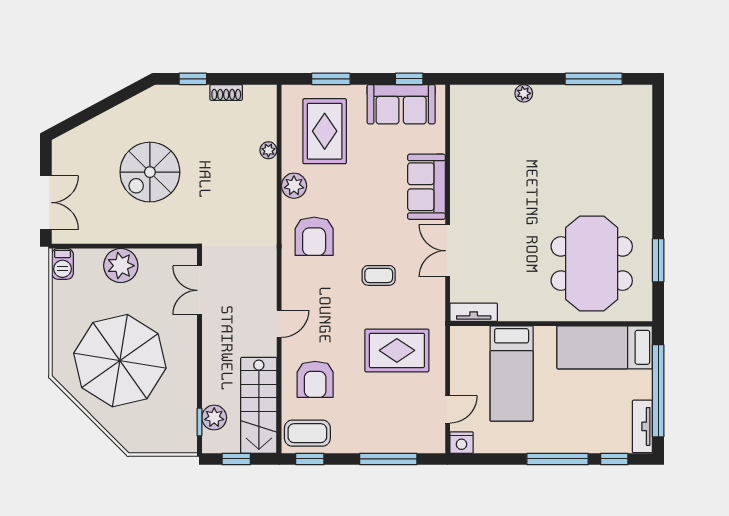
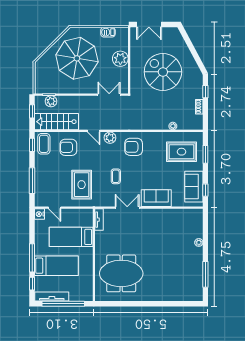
spiral stairs: (150, 172) -> (163, 72), width x1.37, depth x1.37
plant: (294, 186) -> (110, 138), moved
window: (658, 260) -> (123, 304), removed
barbecue: (62, 264) -> (108, 32), moved
bed: (605, 347) -> (56, 266), moved, turned 90
tv unit: (642, 426) -> (52, 297), width x1.41

